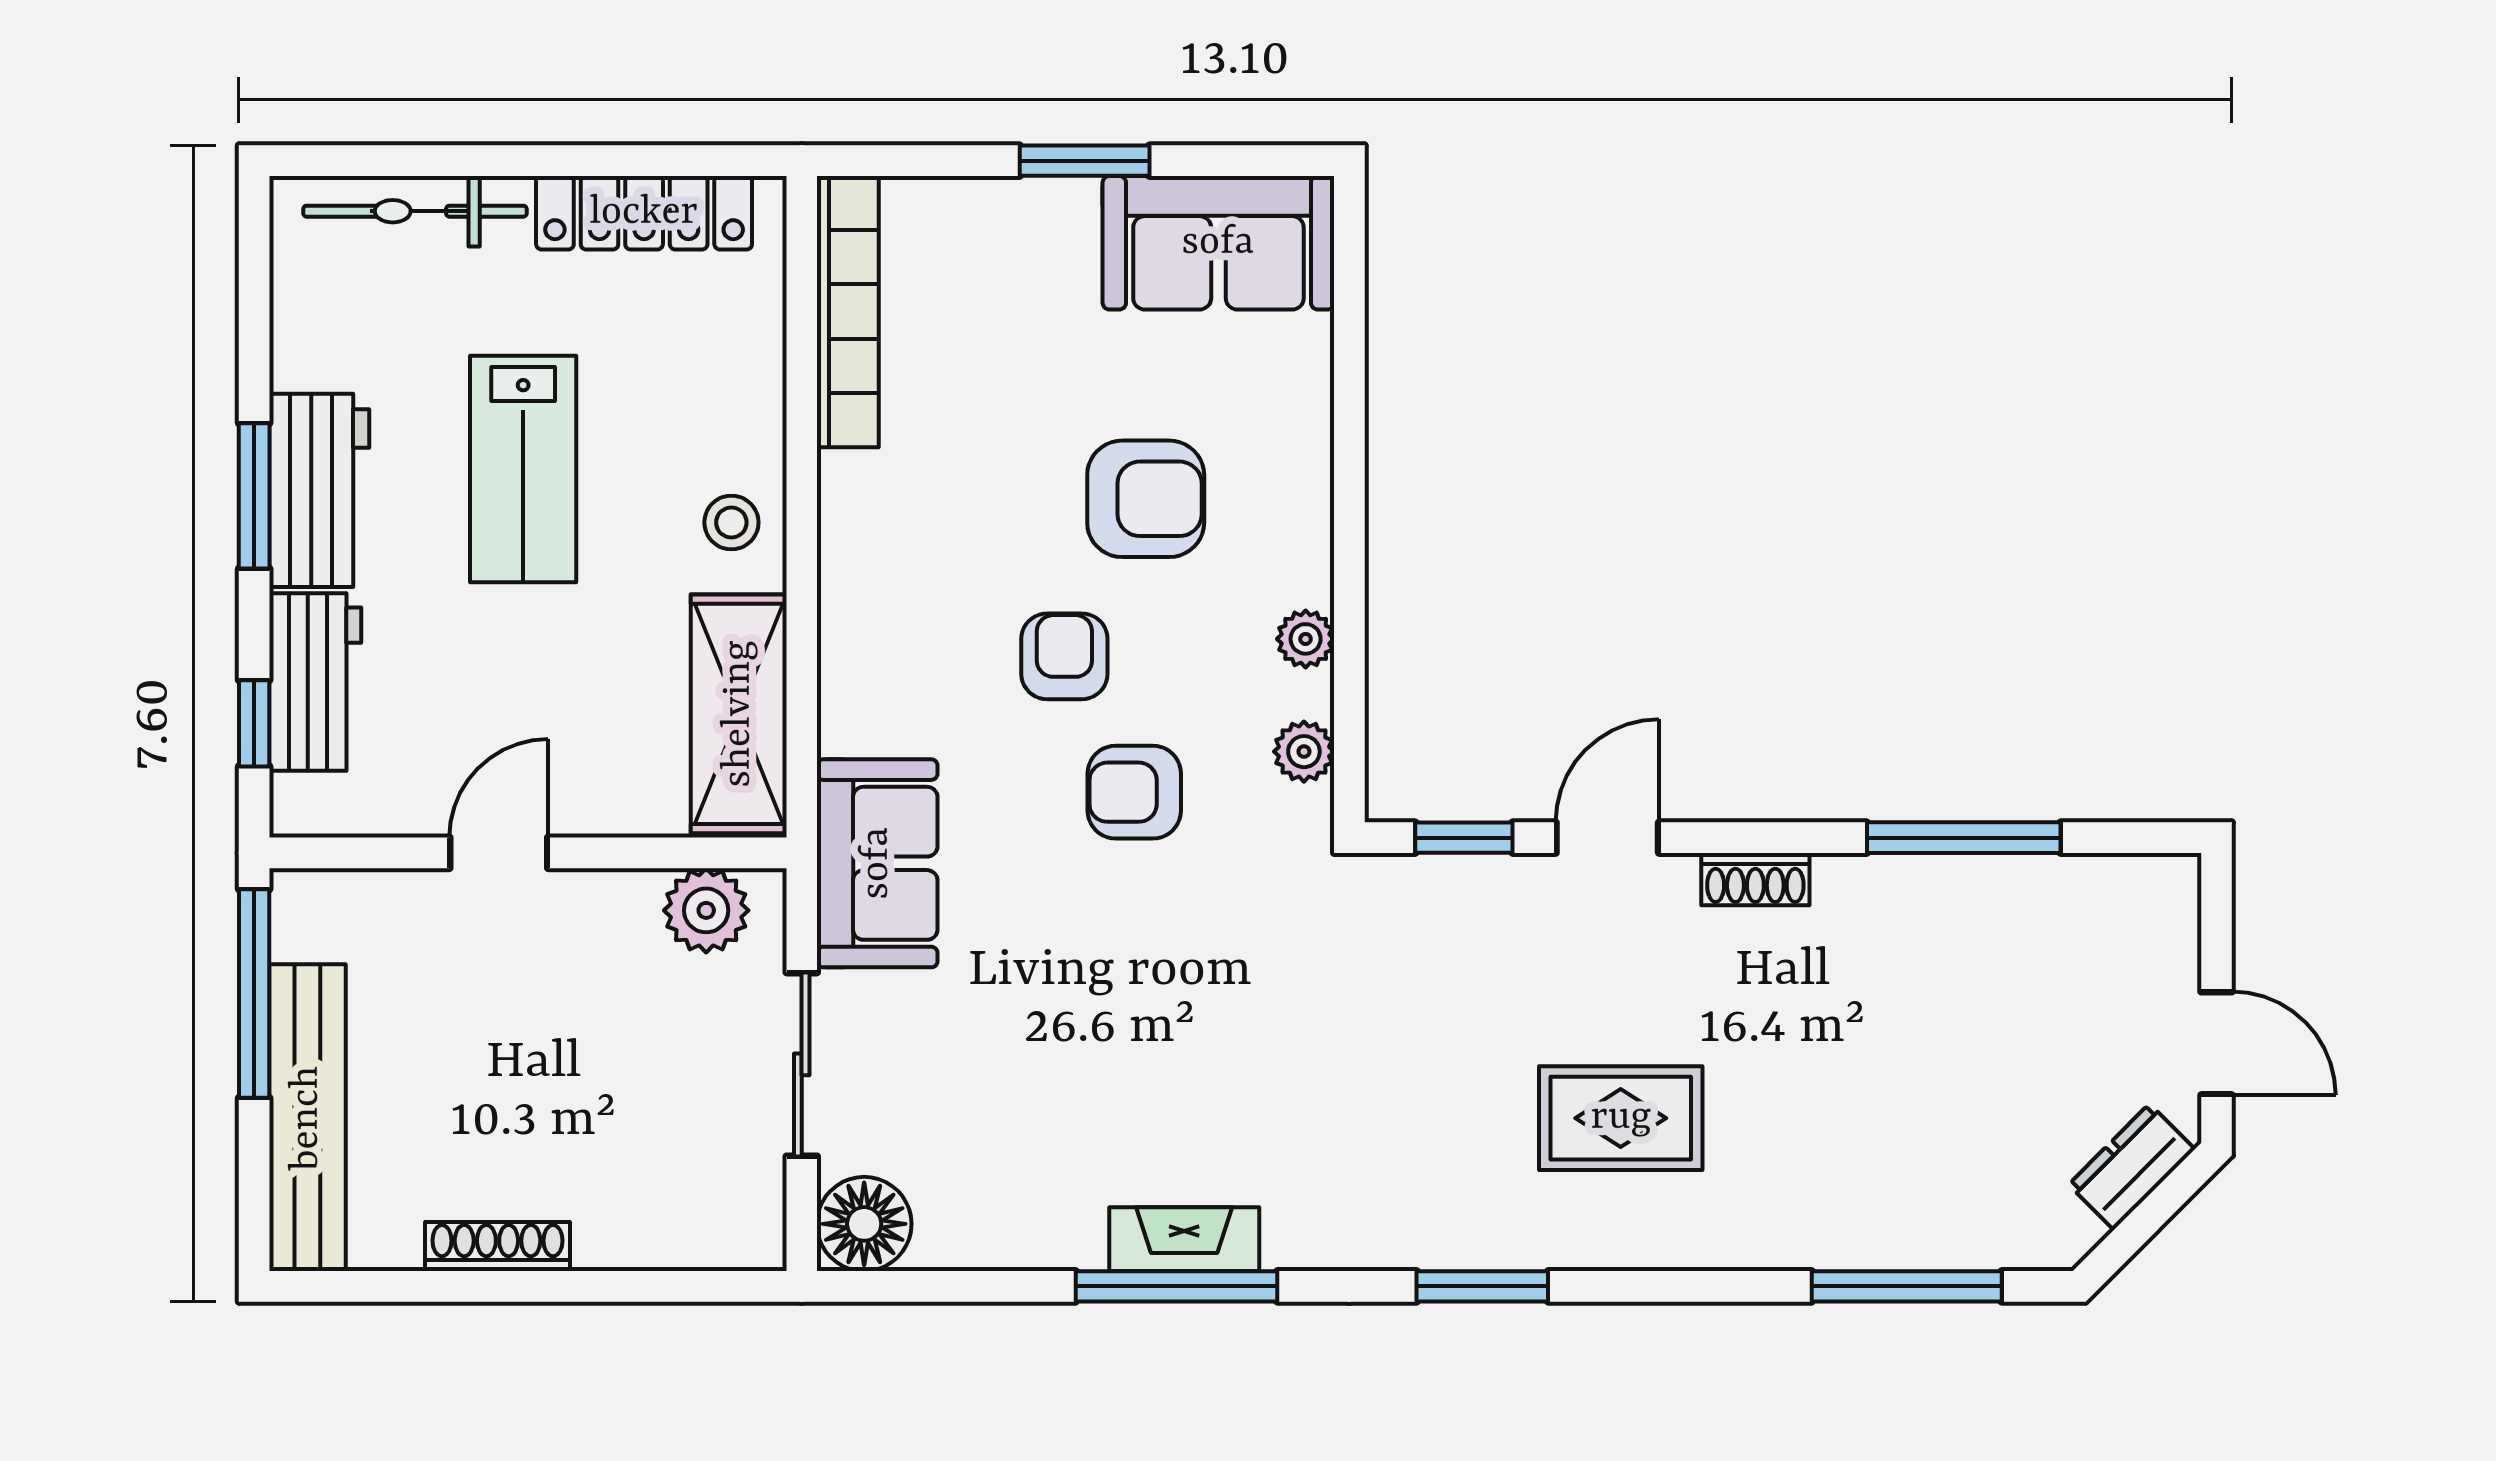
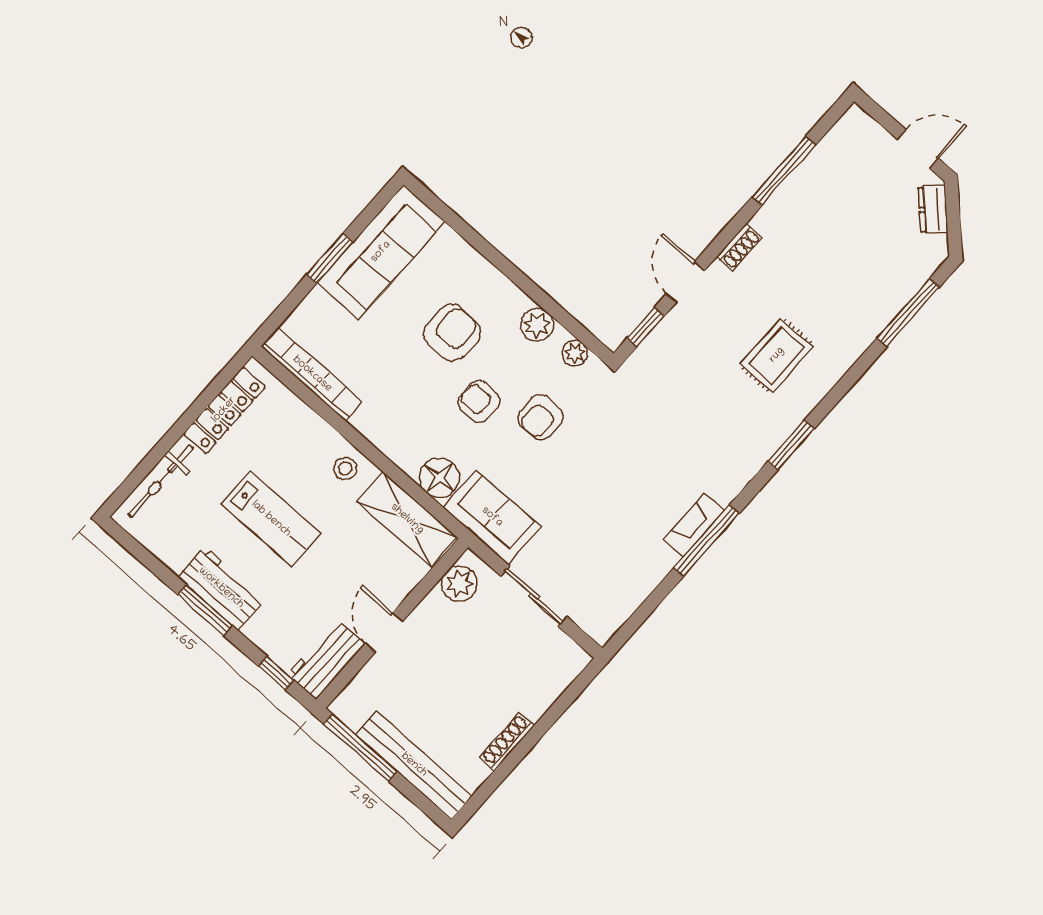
sofa: (1218, 243) -> (381, 252), width x1.36
plant: (1306, 639) -> (537, 325), width x1.38, depth x1.38
workbench: (315, 682) -> (326, 659), moved, turned -90
floor lamp: (864, 1224) -> (439, 478), moved

